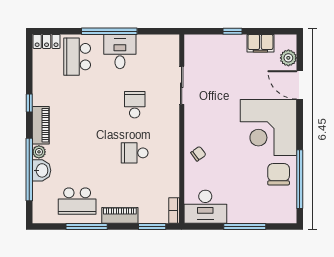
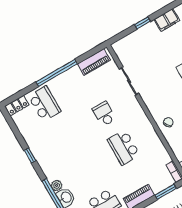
desk: (120, 52) -> (72, 83), removed
school desk: (77, 57) -> (44, 104), turned 180
piano: (41, 125) -> (94, 62), moved, turned 90
school desk: (135, 153) -> (124, 147), width x1.85

